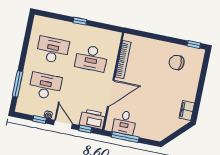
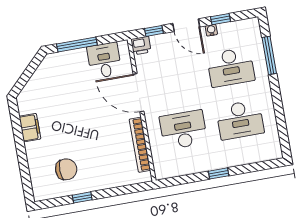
window: (194, 45) -> (82, 197), moved
door: (111, 93) -> (139, 93), hinge flipped
filing cabinet: (187, 110) -> (30, 128), moved
printer: (92, 119) -> (141, 45), width x0.53, depth x0.68
window: (125, 137) -> (77, 44), moved

